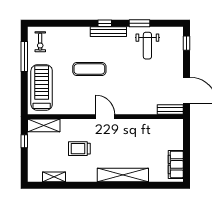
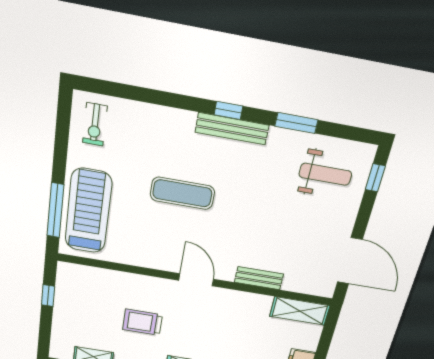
weight bench: (147, 46) -> (325, 174), moved, turned -90
window: (24, 57) -> (55, 210), moved
bench: (170, 109) -> (259, 278), moved
shelving: (44, 125) -> (300, 311), moved

